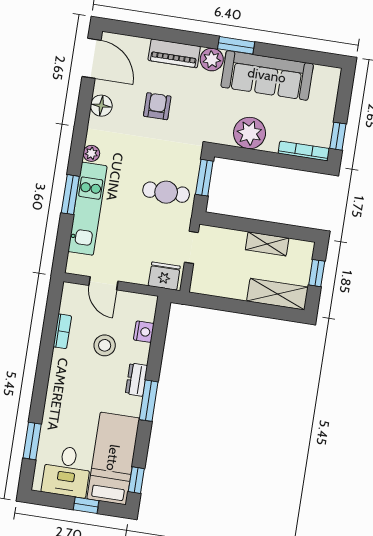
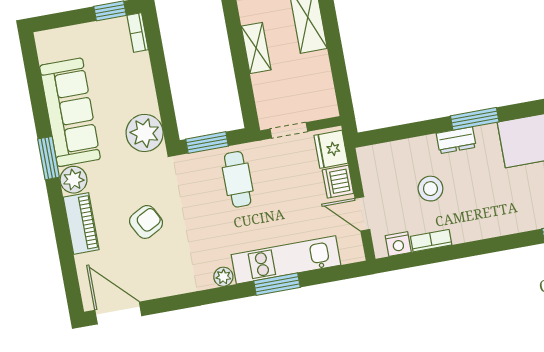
door: (91, 58) -> (118, 313), hinge flipped
floor lamp: (101, 106) -> (167, 284), removed
armchair: (157, 106) -> (146, 222), turned 152
plant: (250, 133) -> (145, 133), moved
bookcase: (304, 151) -> (138, 32), width x0.64
dishwasher: (136, 273) -> (338, 182), added
door: (103, 283) -> (362, 214), swing flipped
nightstand: (144, 332) -> (398, 244), moved, turned 180

